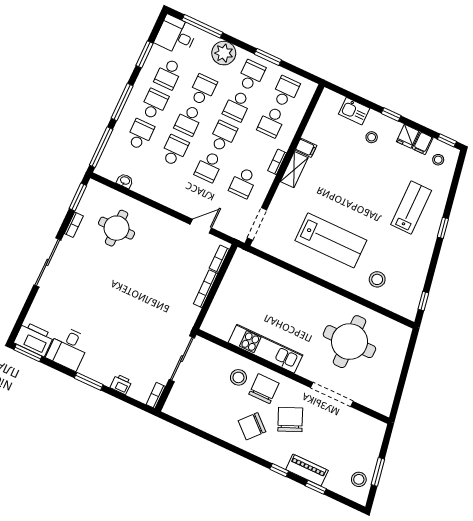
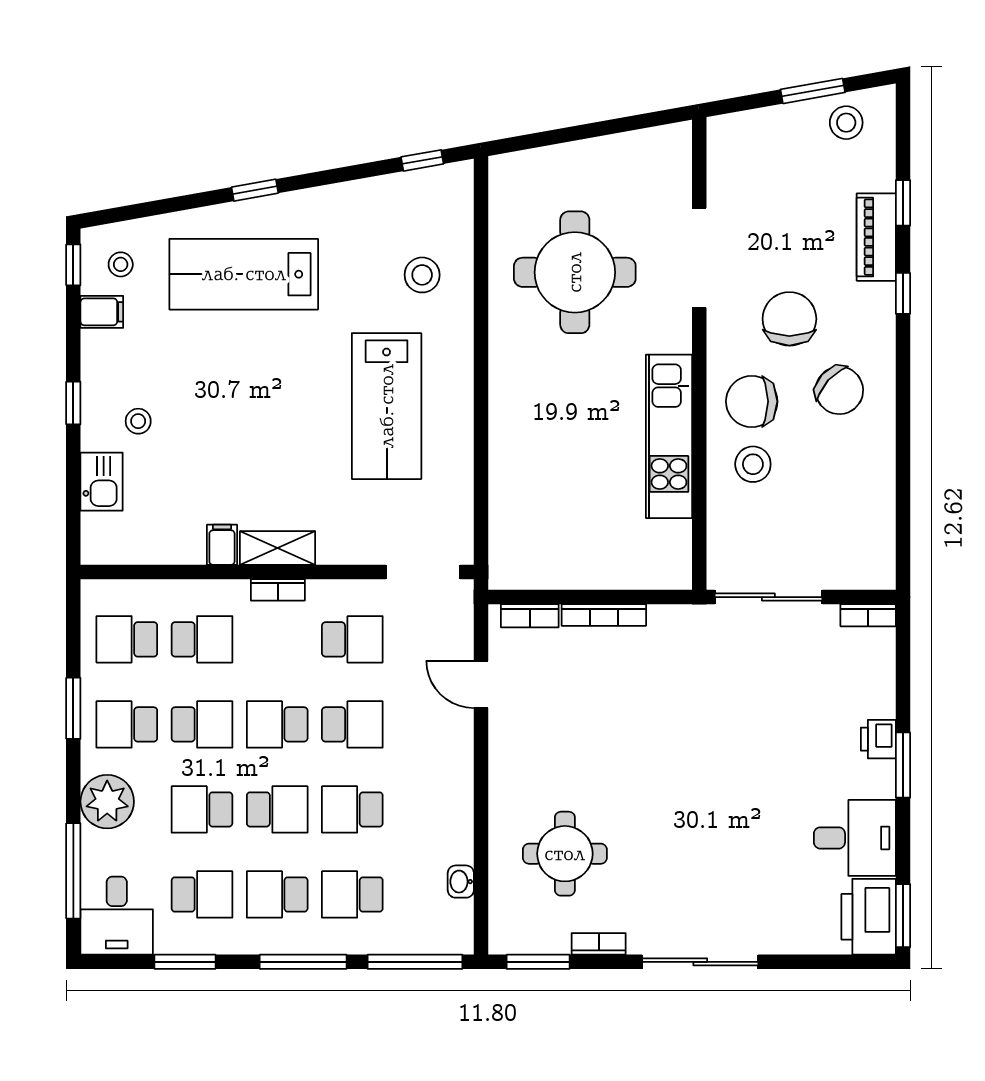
fridge: (408, 136) -> (102, 349), removed
lab bench: (411, 208) -> (244, 274), width x1.36, depth x1.39
lab bench: (331, 240) -> (387, 406), turned 180
printer: (121, 384) -> (878, 739), moved
chair: (290, 419) -> (789, 319), turned 113

